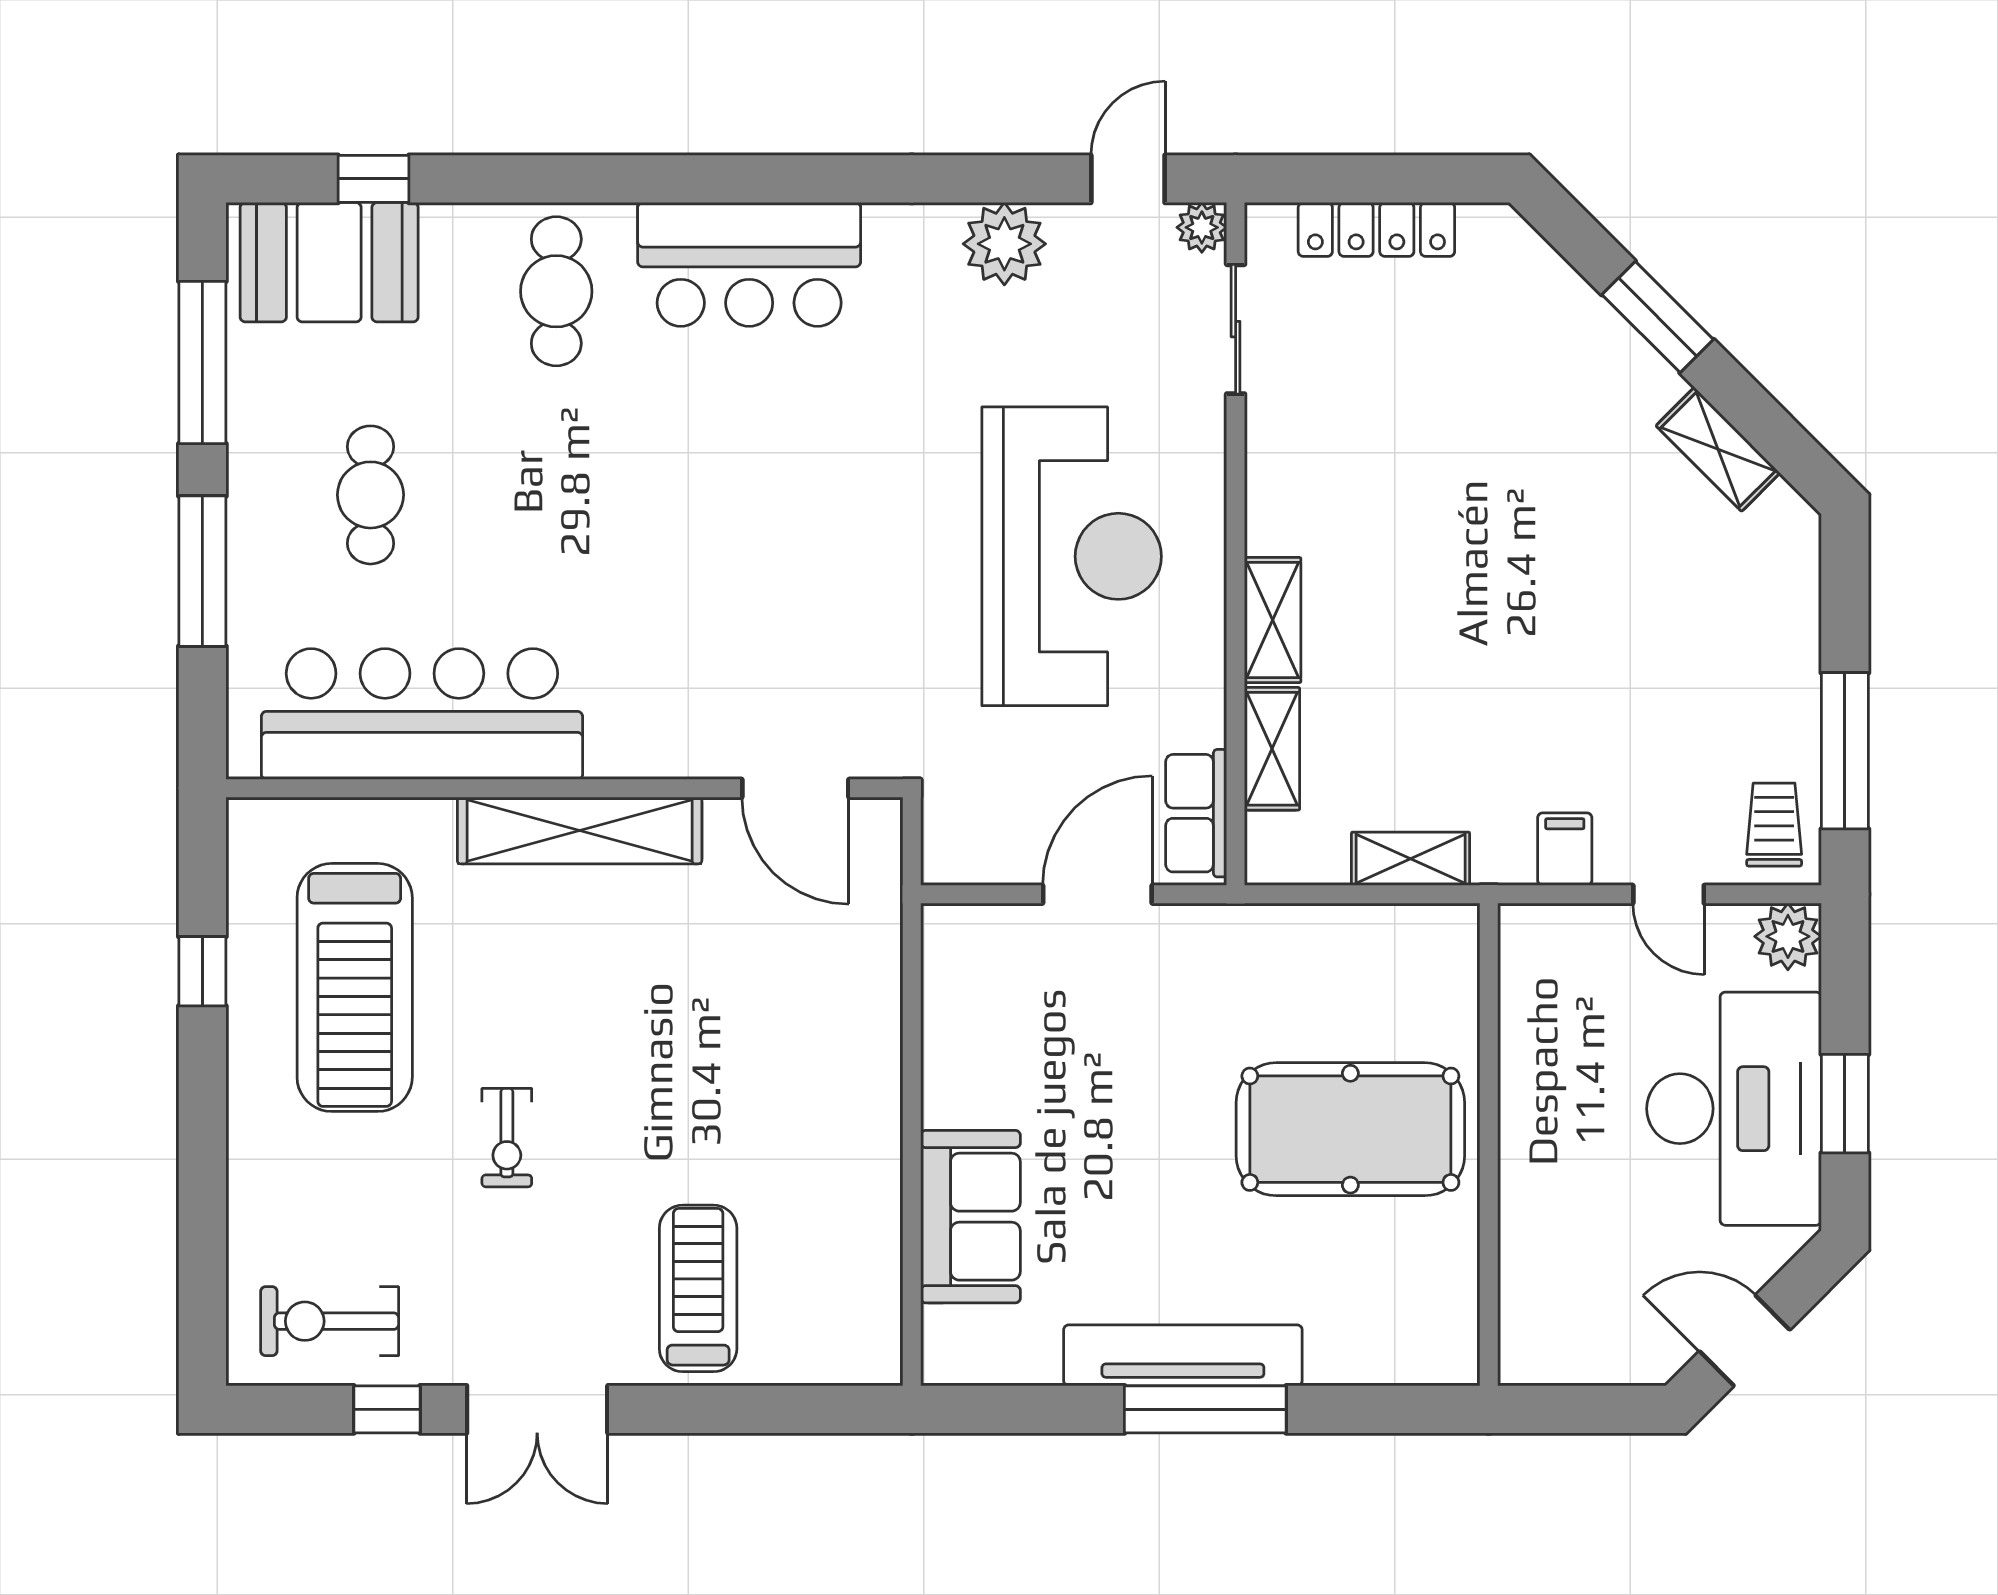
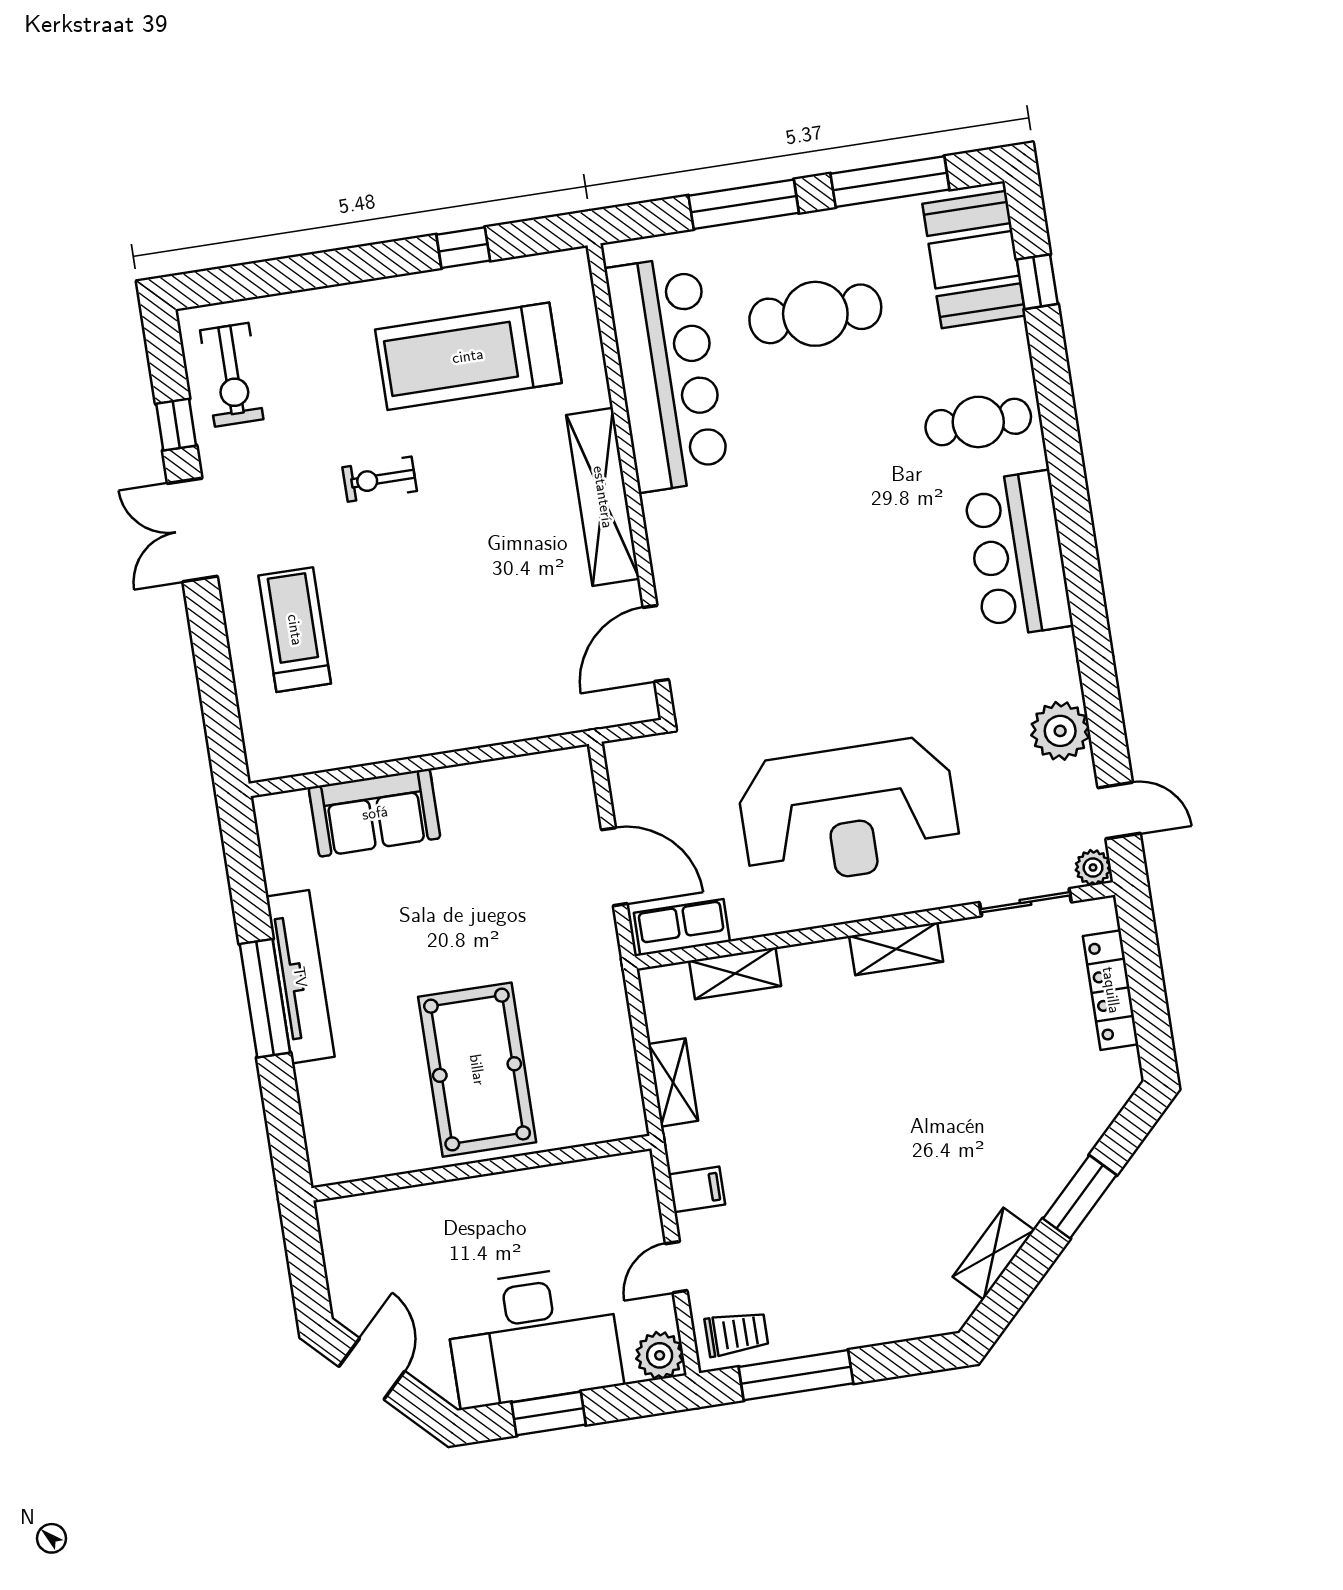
cafe table: (370, 495) -> (815, 314), width x1.37, depth x1.35
shelving: (1273, 620) -> (896, 949), moved
treadmill: (698, 1288) -> (295, 630), turned -90
exercise bike: (330, 1321) -> (232, 375), turned 180

